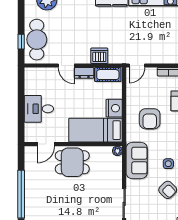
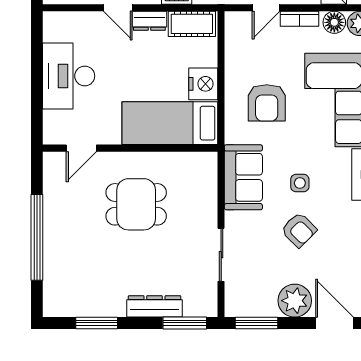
door: (137, 66) -> (266, 8), moved
desk: (39, 109) -> (69, 76), width x1.37
plant: (117, 151) -> (209, 160), removed
dining table: (72, 162) -> (136, 204), moved

